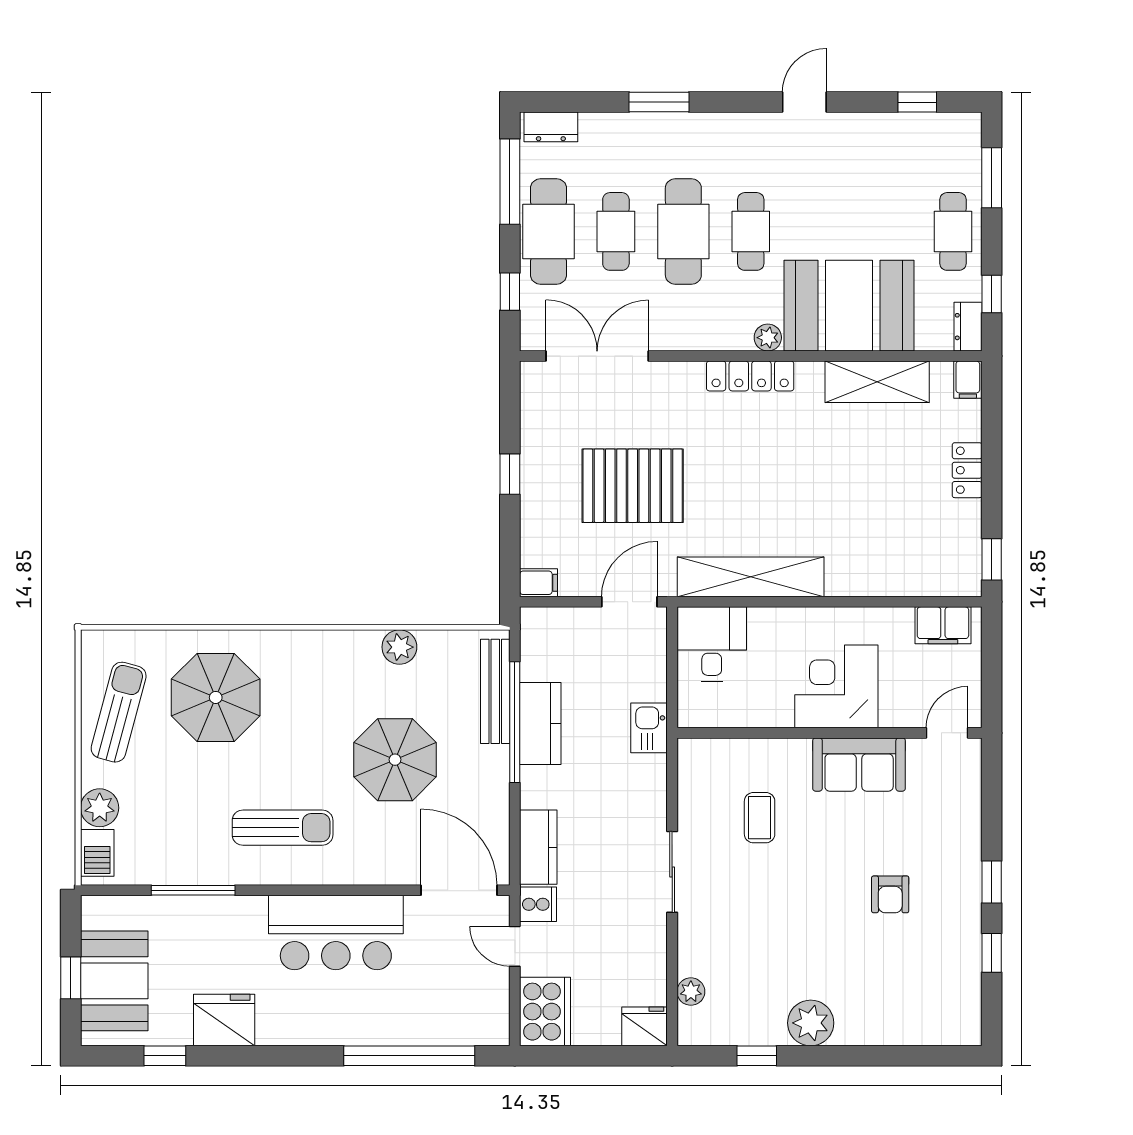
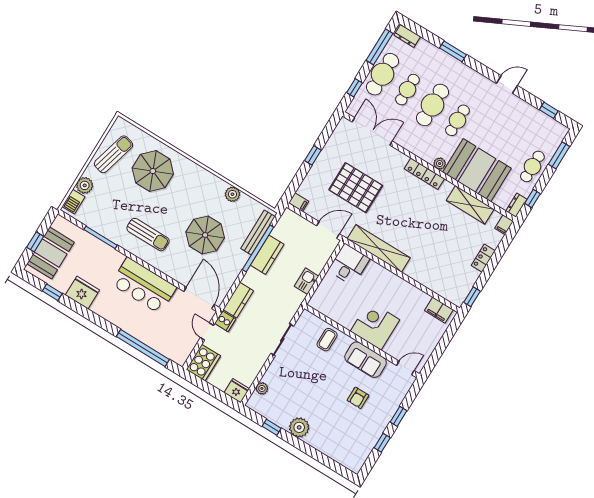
corner desk: (836, 686) -> (375, 325), moved
wall: (829, 733) -> (362, 341), moved
door: (947, 733) -> (405, 368), moved
sofa: (859, 765) -> (366, 360), moved

